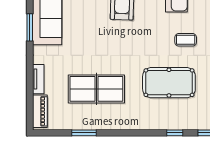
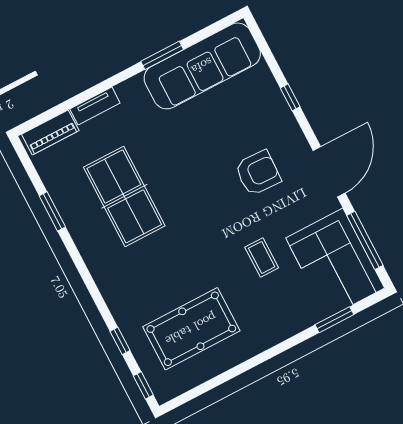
coffee table: (186, 40) -> (262, 258), moved
pool table: (169, 83) -> (191, 329), moved, turned 90

